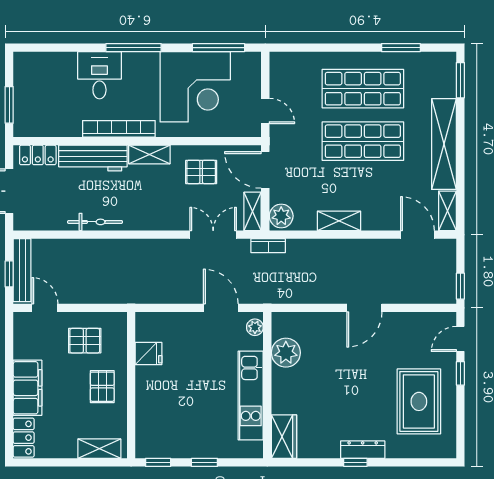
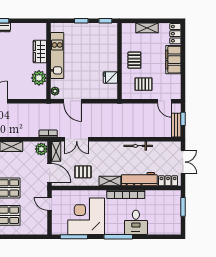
bench: (22, 270) -> (176, 125), width x0.73
wardrobe: (284, 437) -> (40, 52), moved
shelving: (99, 449) -> (147, 28), moved

